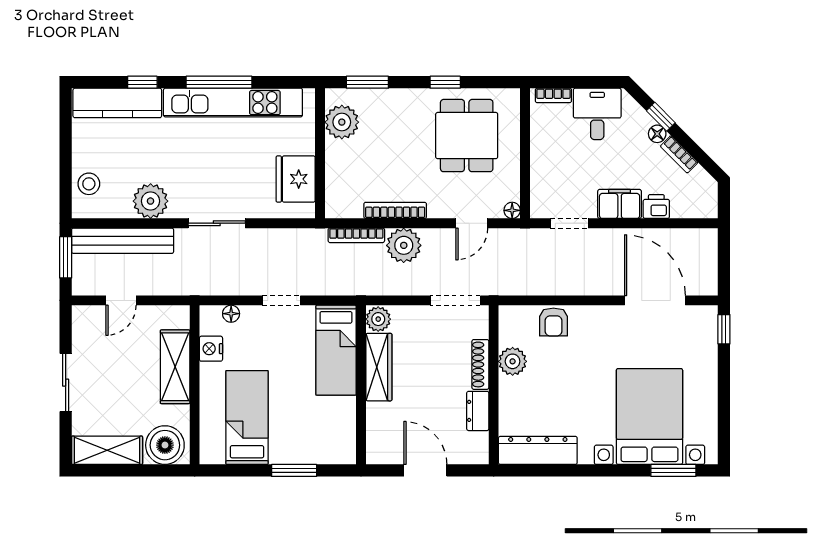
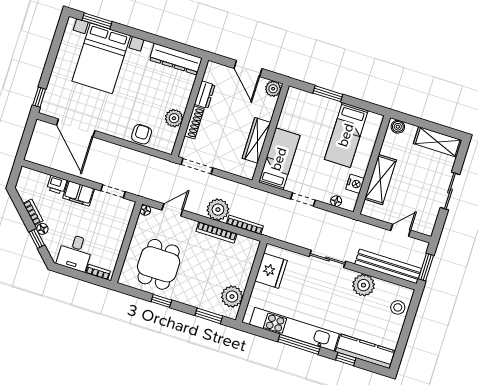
plant: (378, 319) -> (273, 89), moved
boiler: (165, 445) -> (398, 127), width x0.54, depth x0.54

